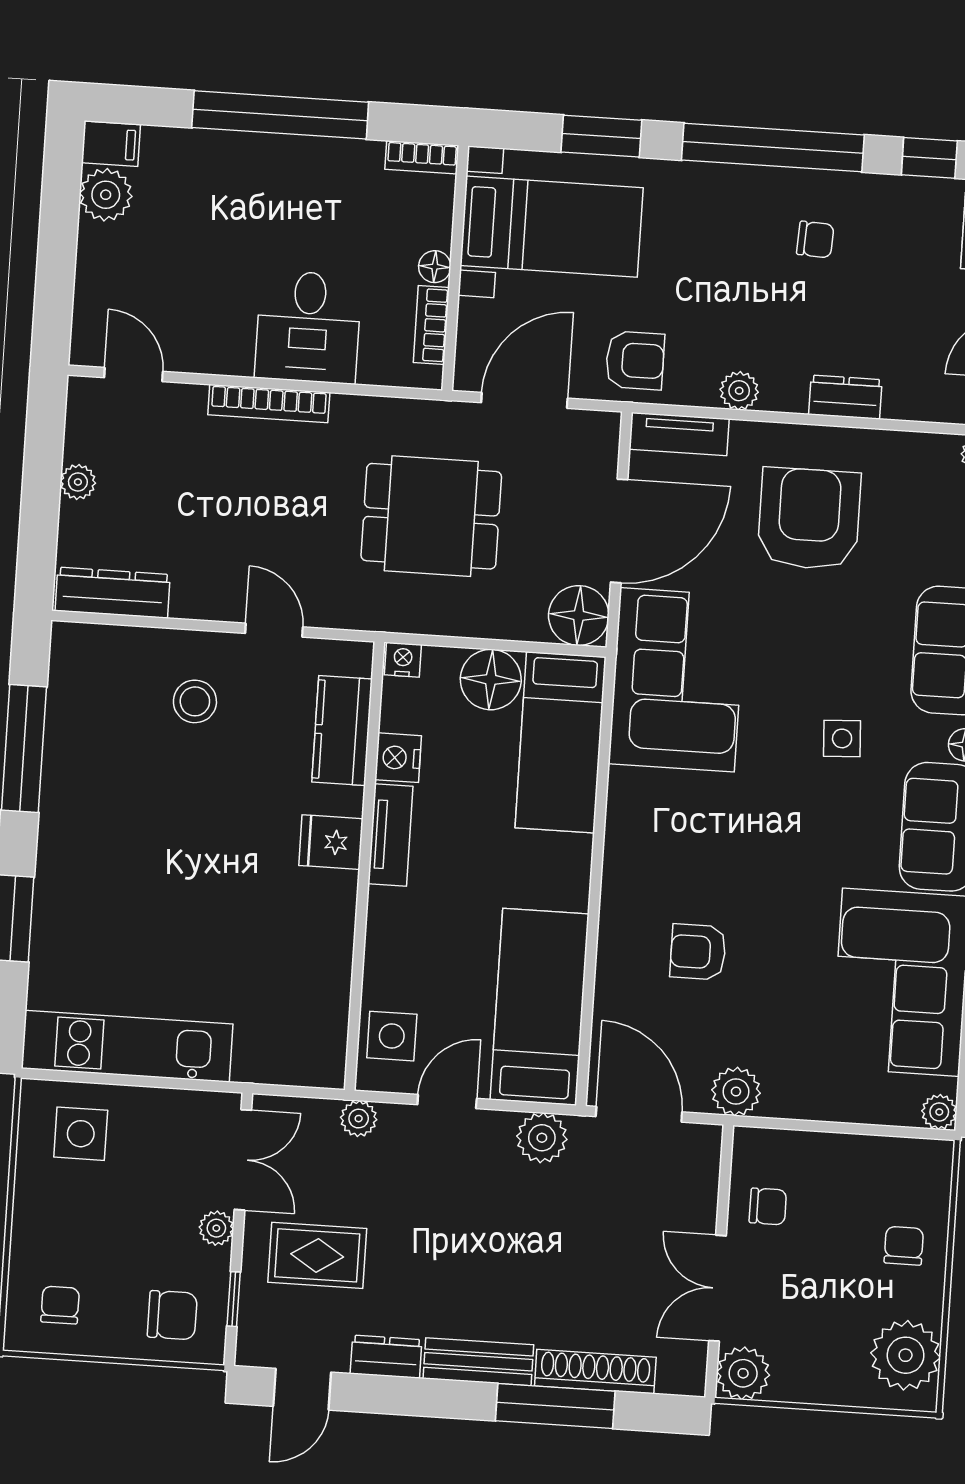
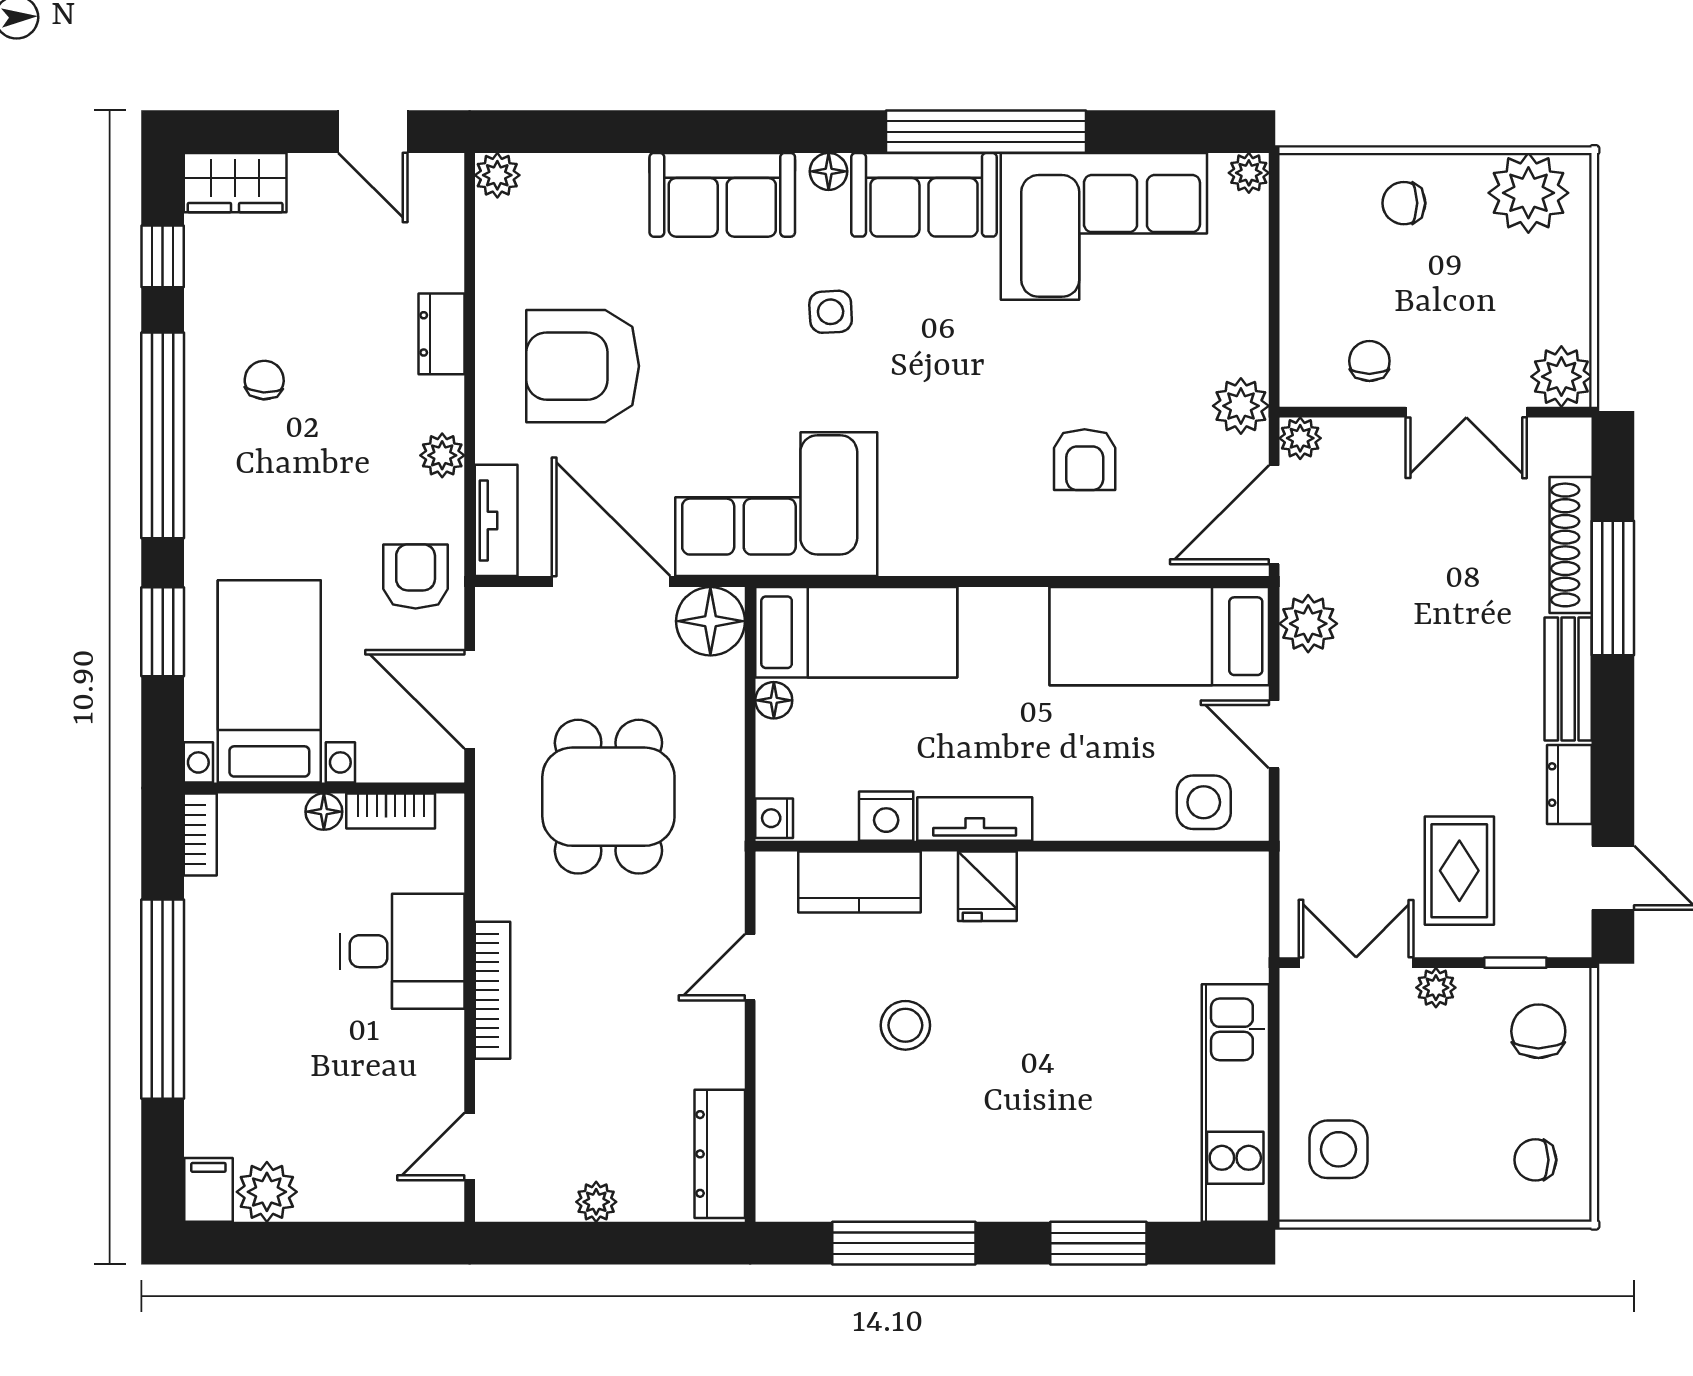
floor lamp: (491, 680) -> (774, 700), width x0.53, depth x0.53
stool: (195, 701) -> (905, 1025), moved
plant: (359, 1119) -> (1300, 438), moved

